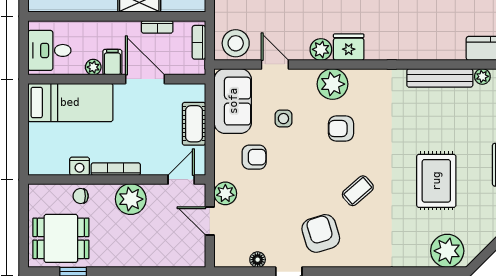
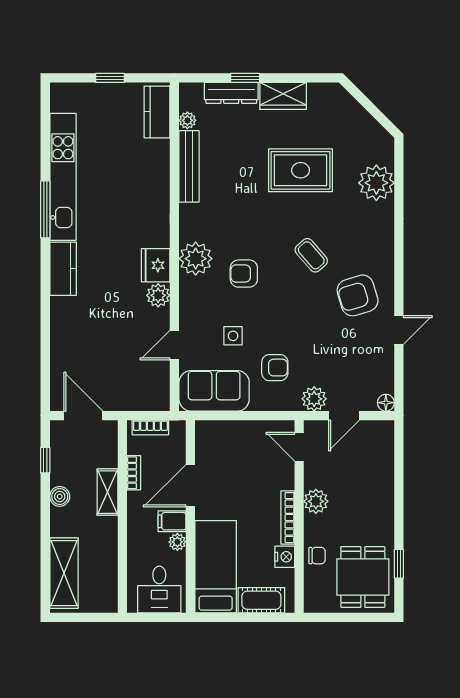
stool: (236, 43) -> (151, 388), removed
plant: (333, 84) -> (196, 259), moved
cot: (194, 124) -> (261, 600), moved
armchair: (341, 129) -> (244, 274), turned 90
armchair: (254, 157) -> (275, 368), turned 90
chair: (81, 196) -> (317, 556), turned -90
plant: (131, 199) -> (316, 501), width x0.73, depth x0.73
plant: (447, 251) -> (376, 183), moved
floor lamp: (258, 260) -> (386, 403), moved

